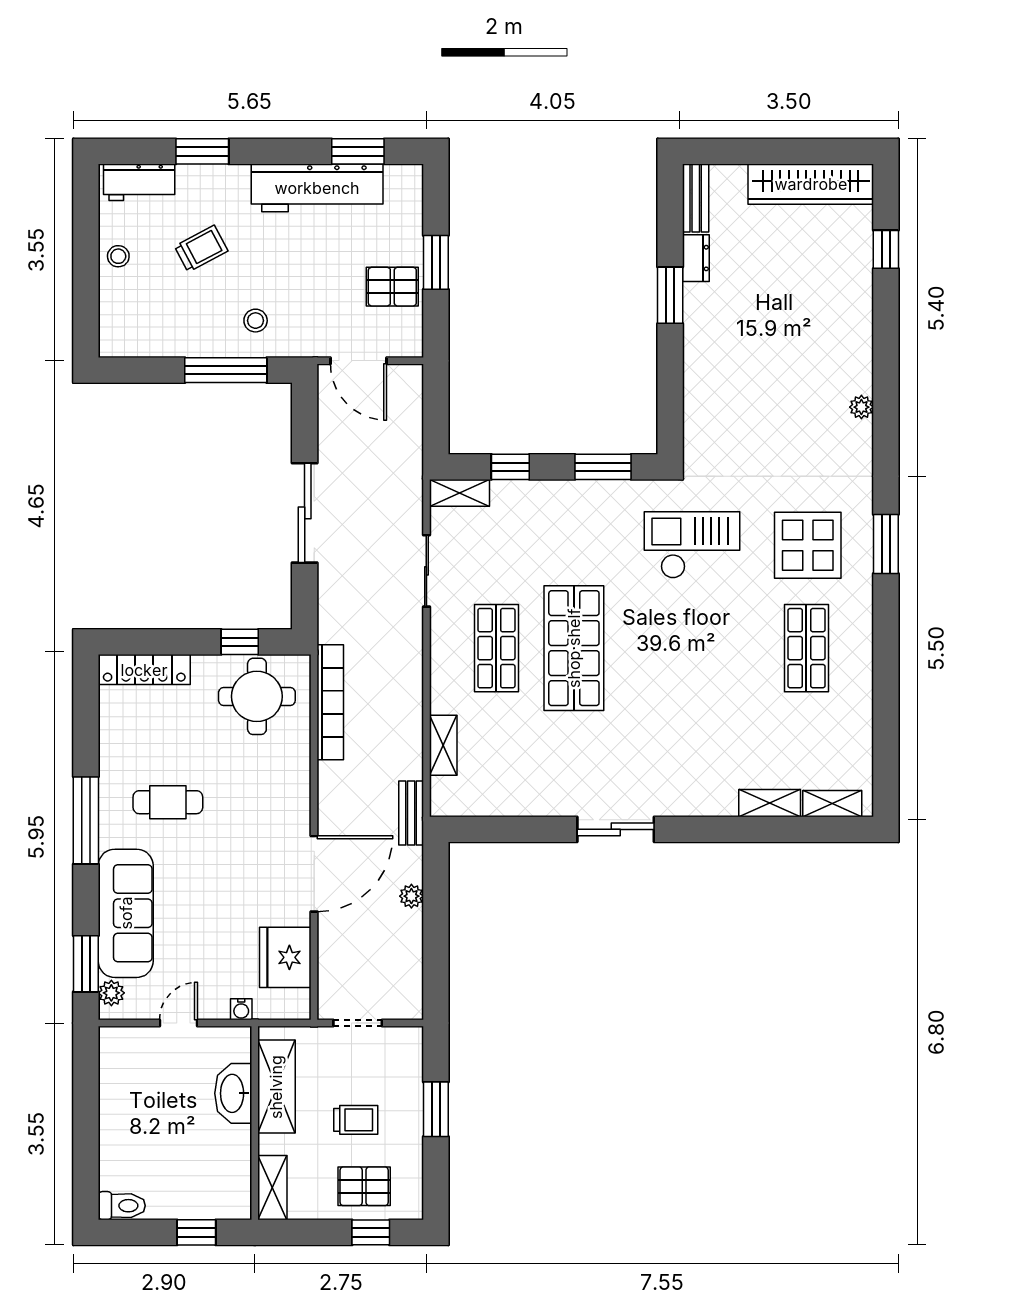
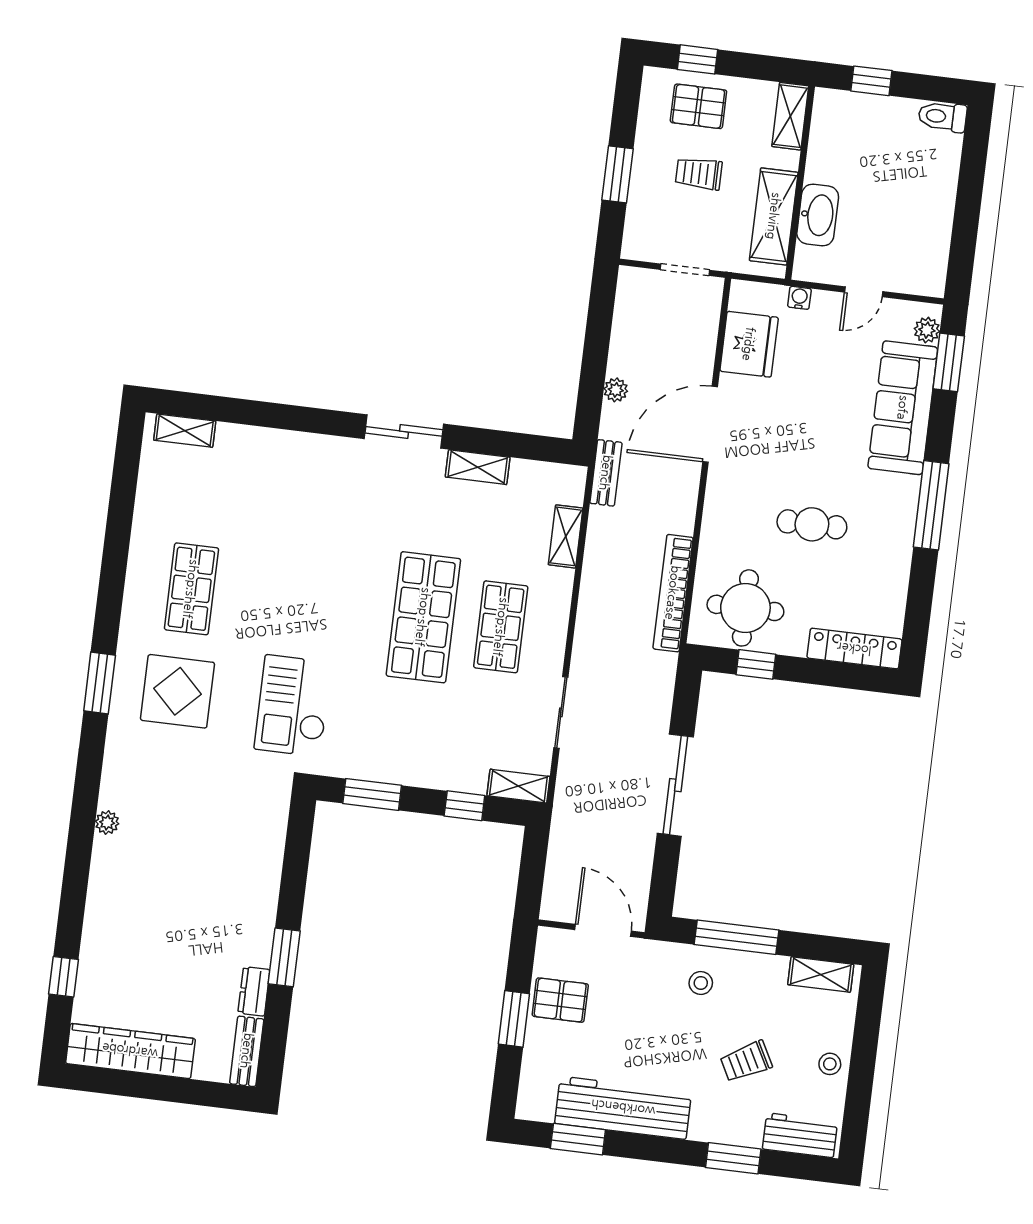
shelving: (138, 343) -> (821, 974), added
checkout: (692, 545) -> (293, 706), turned 90
cafe table: (168, 802) -> (812, 524), moved
shelving: (770, 803) -> (478, 467), moved

